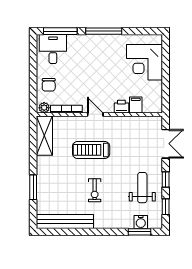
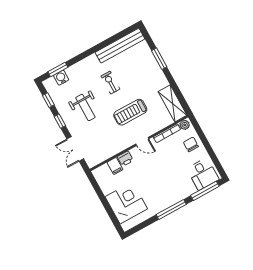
treadmill: (91, 150) -> (130, 112), turned 180
weight bench: (142, 188) -> (85, 107), moved

